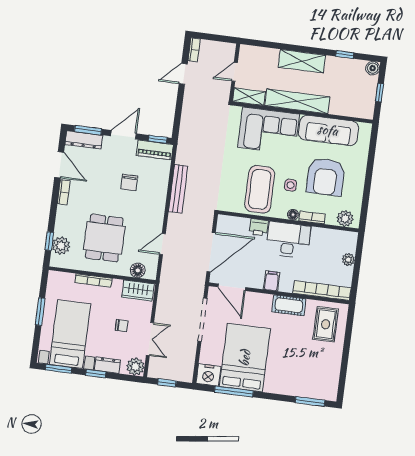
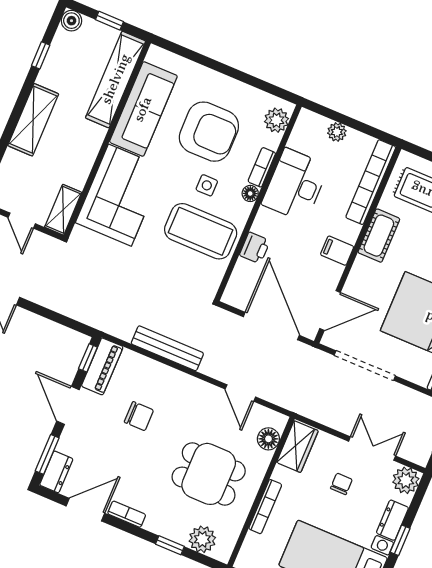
shelving: (297, 101) -> (116, 79), moved
dresser: (84, 140) -> (56, 472), width x0.70
desk: (288, 240) -> (295, 185), moved
window: (49, 241) -> (170, 545), moved

